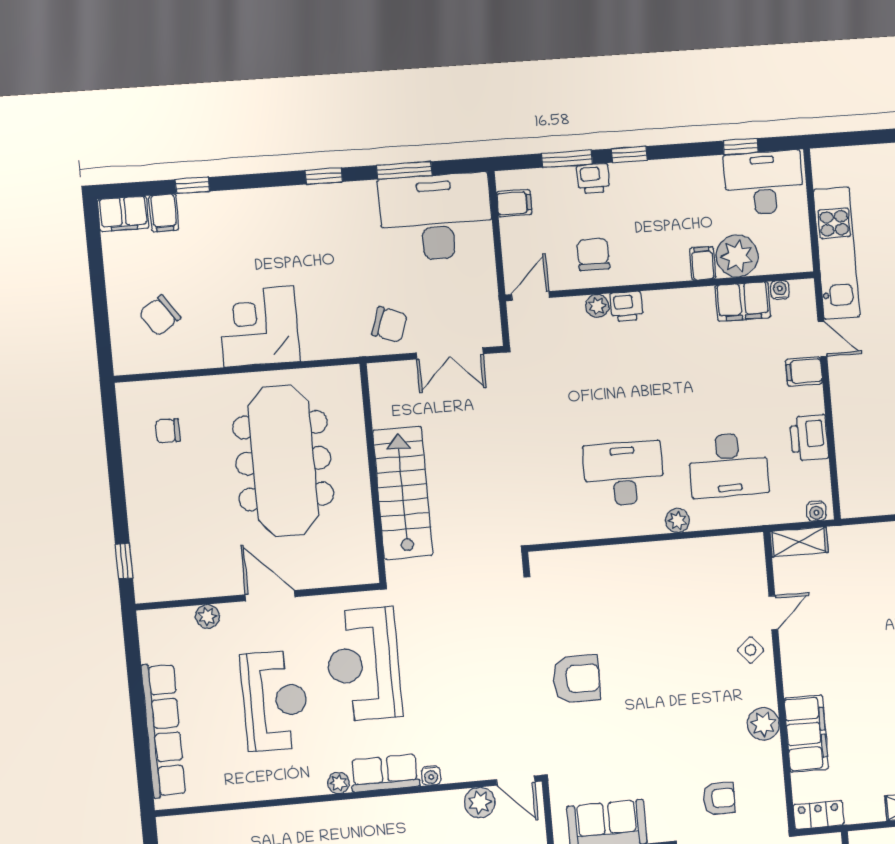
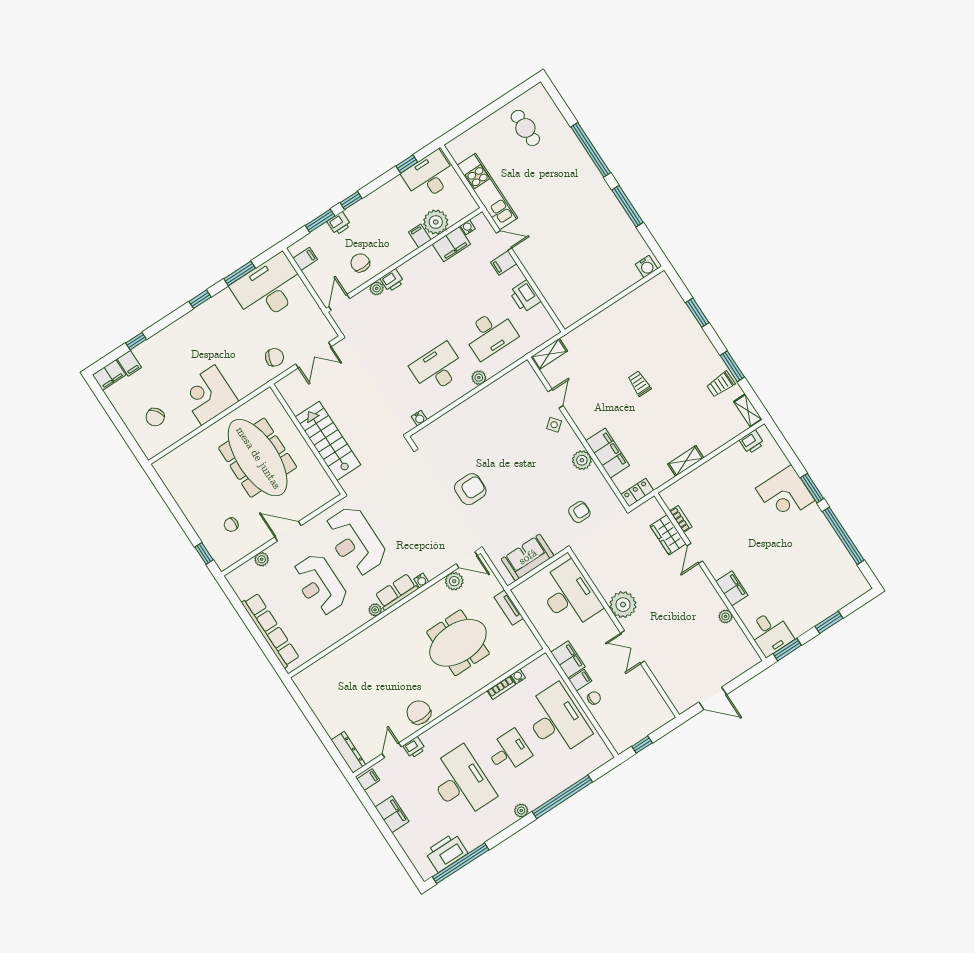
chair: (168, 431) -> (231, 525), moved
water cooler: (816, 511) -> (419, 418), moved
reception desk: (275, 701) -> (320, 585), turned 180

